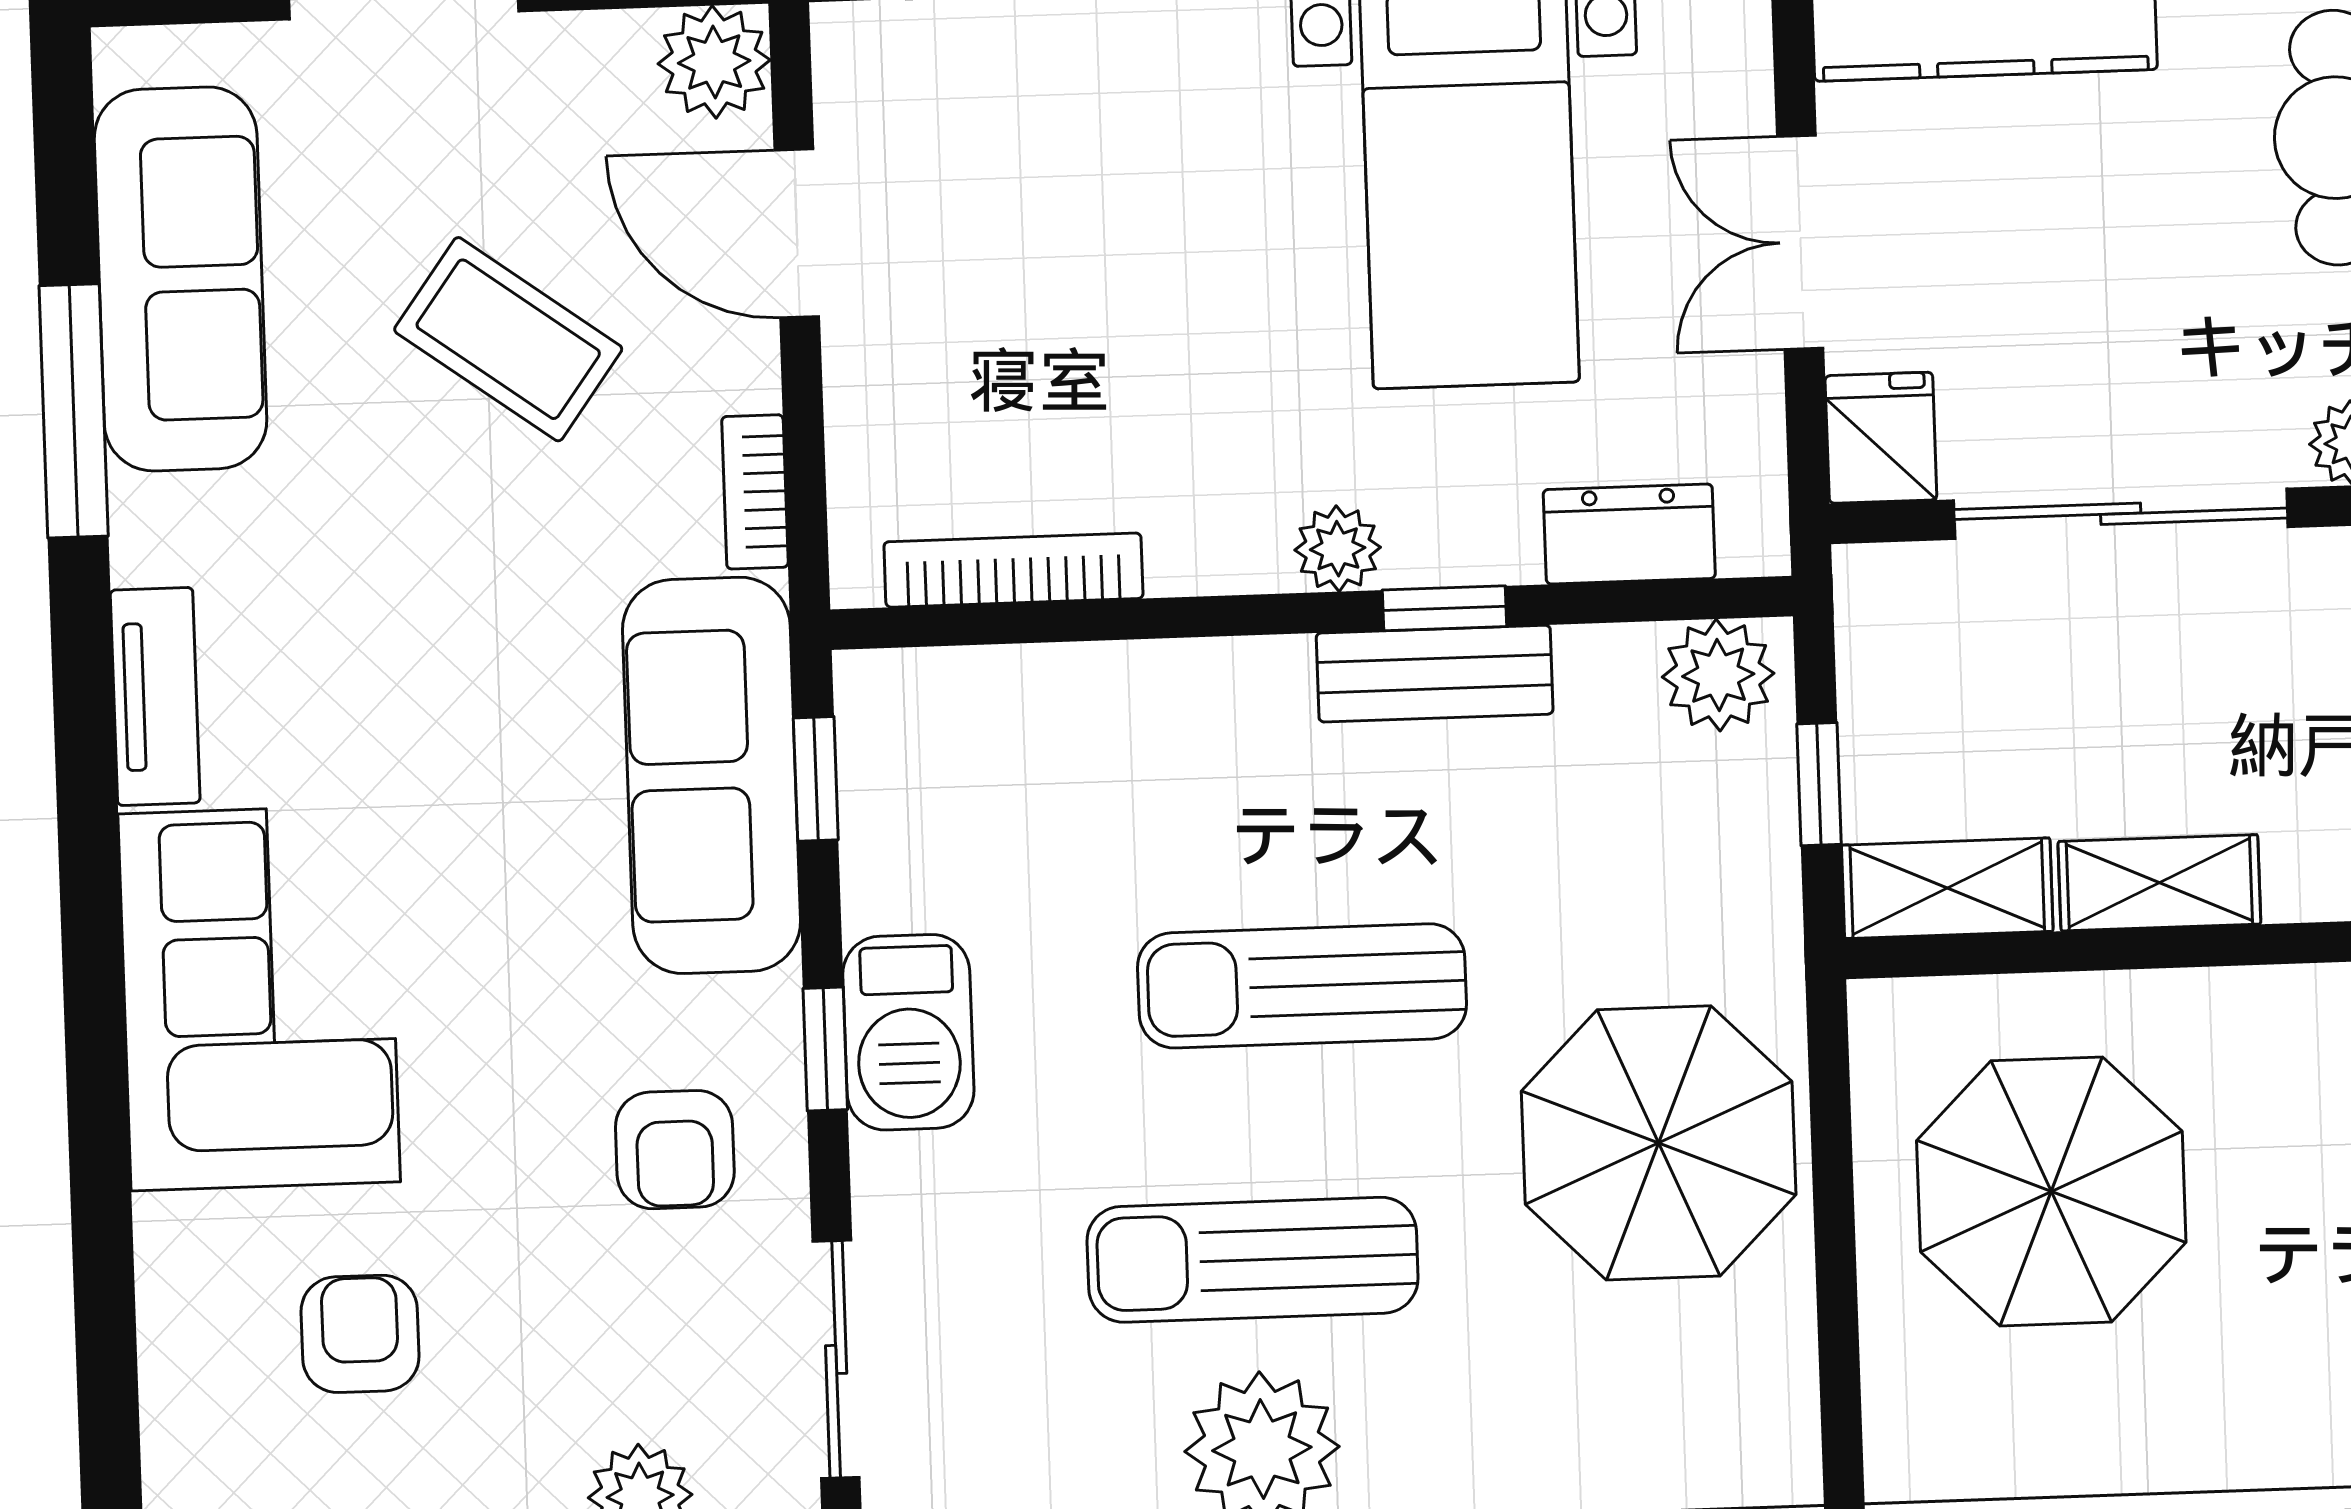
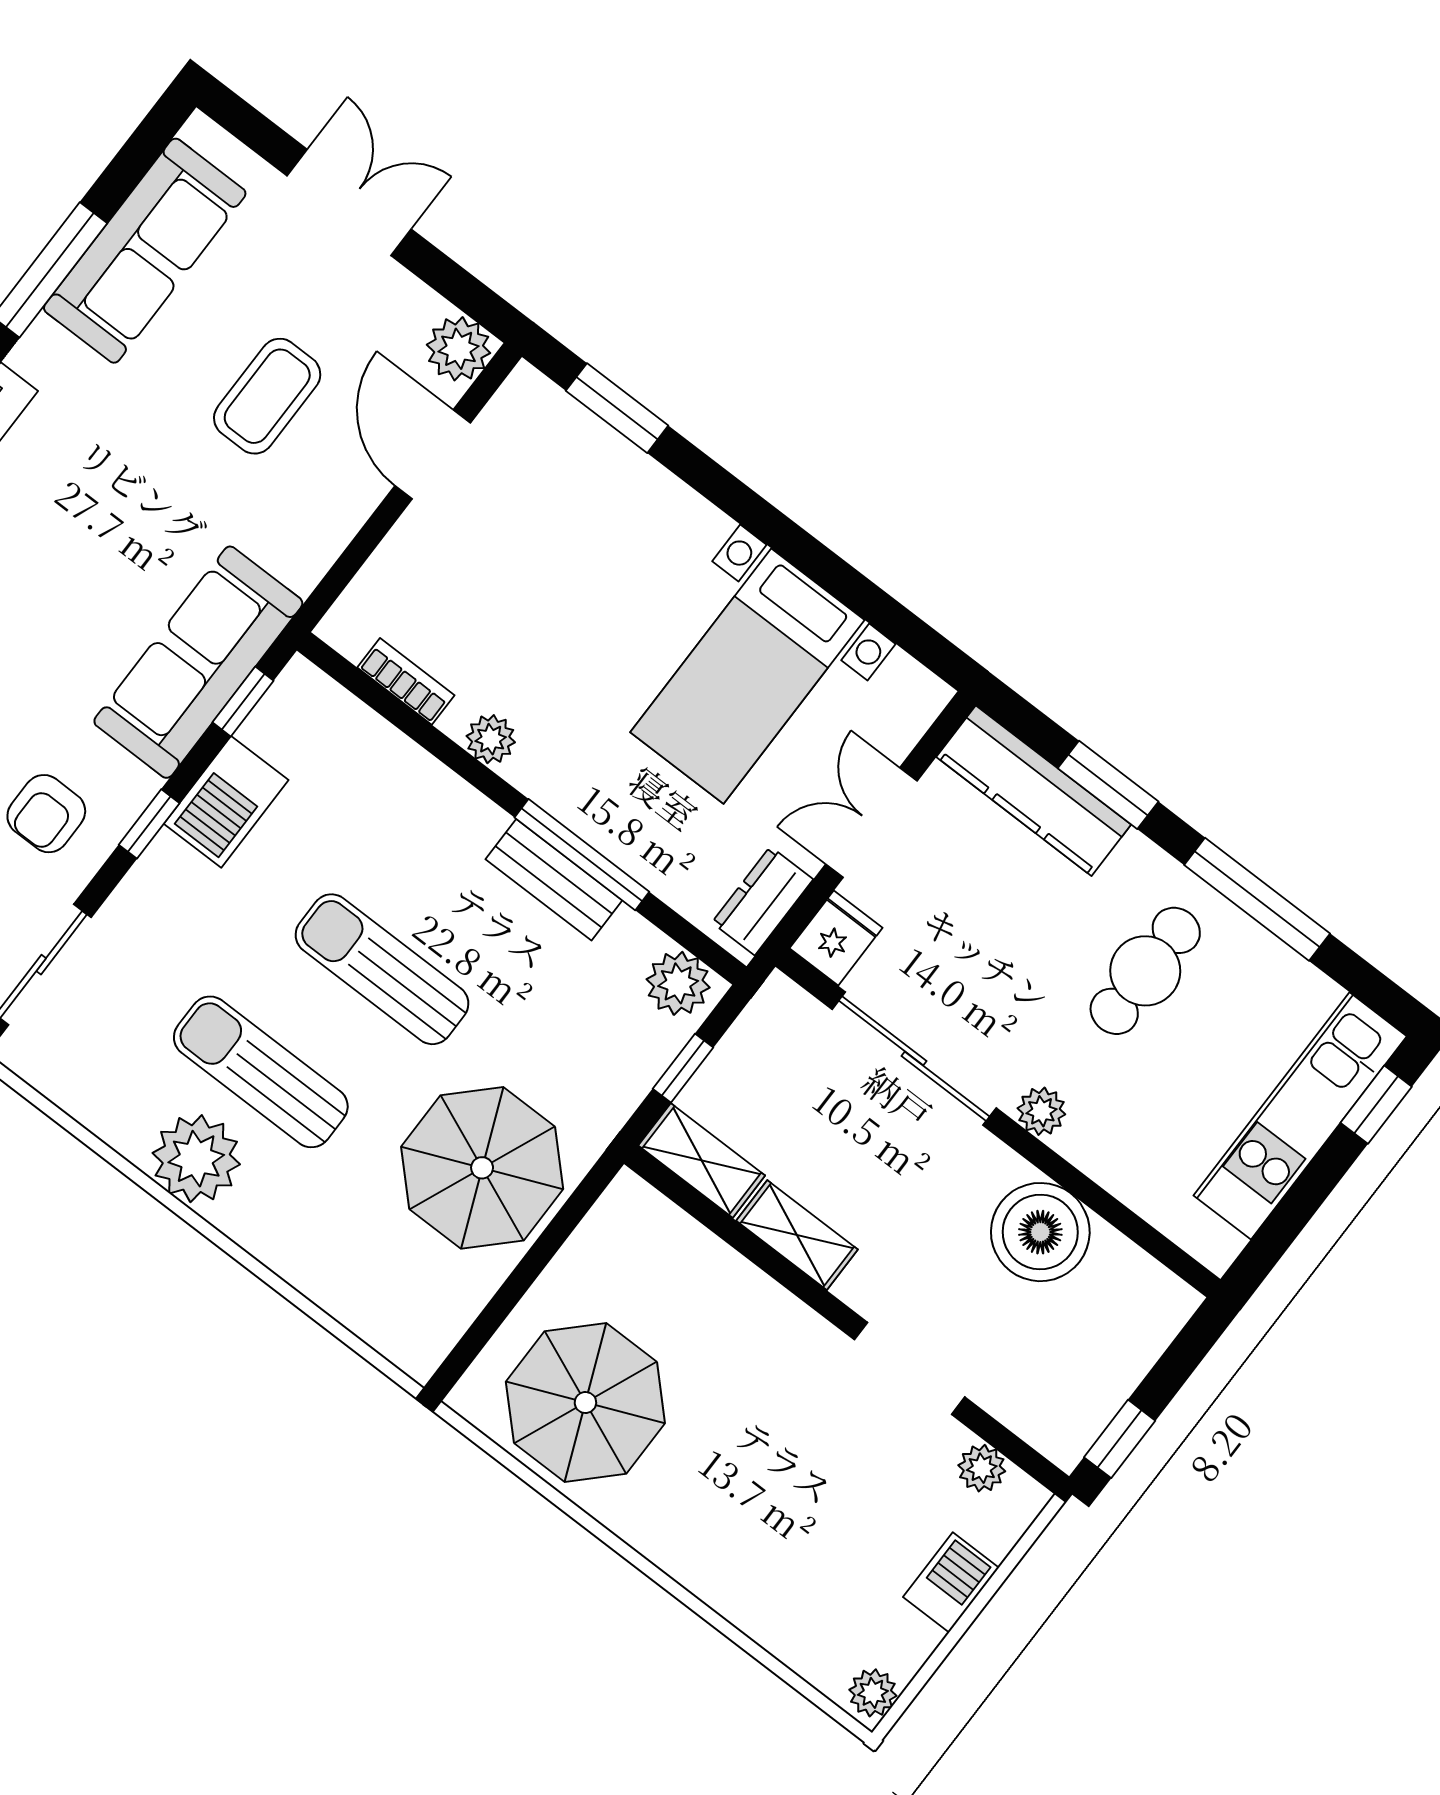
coffee table: (508, 339) -> (267, 396), turned 54
bookcase: (755, 492) -> (320, 553), removed
dresser: (1629, 534) -> (763, 901), moved, turned -90
plant: (1338, 549) -> (491, 739), moved
bookcase: (1013, 570) -> (406, 681), width x0.64
window: (1444, 608) -> (582, 855), width x2.17
barbecue: (908, 1032) -> (226, 802), moved
parasol: (2051, 1191) -> (585, 1403), moved

